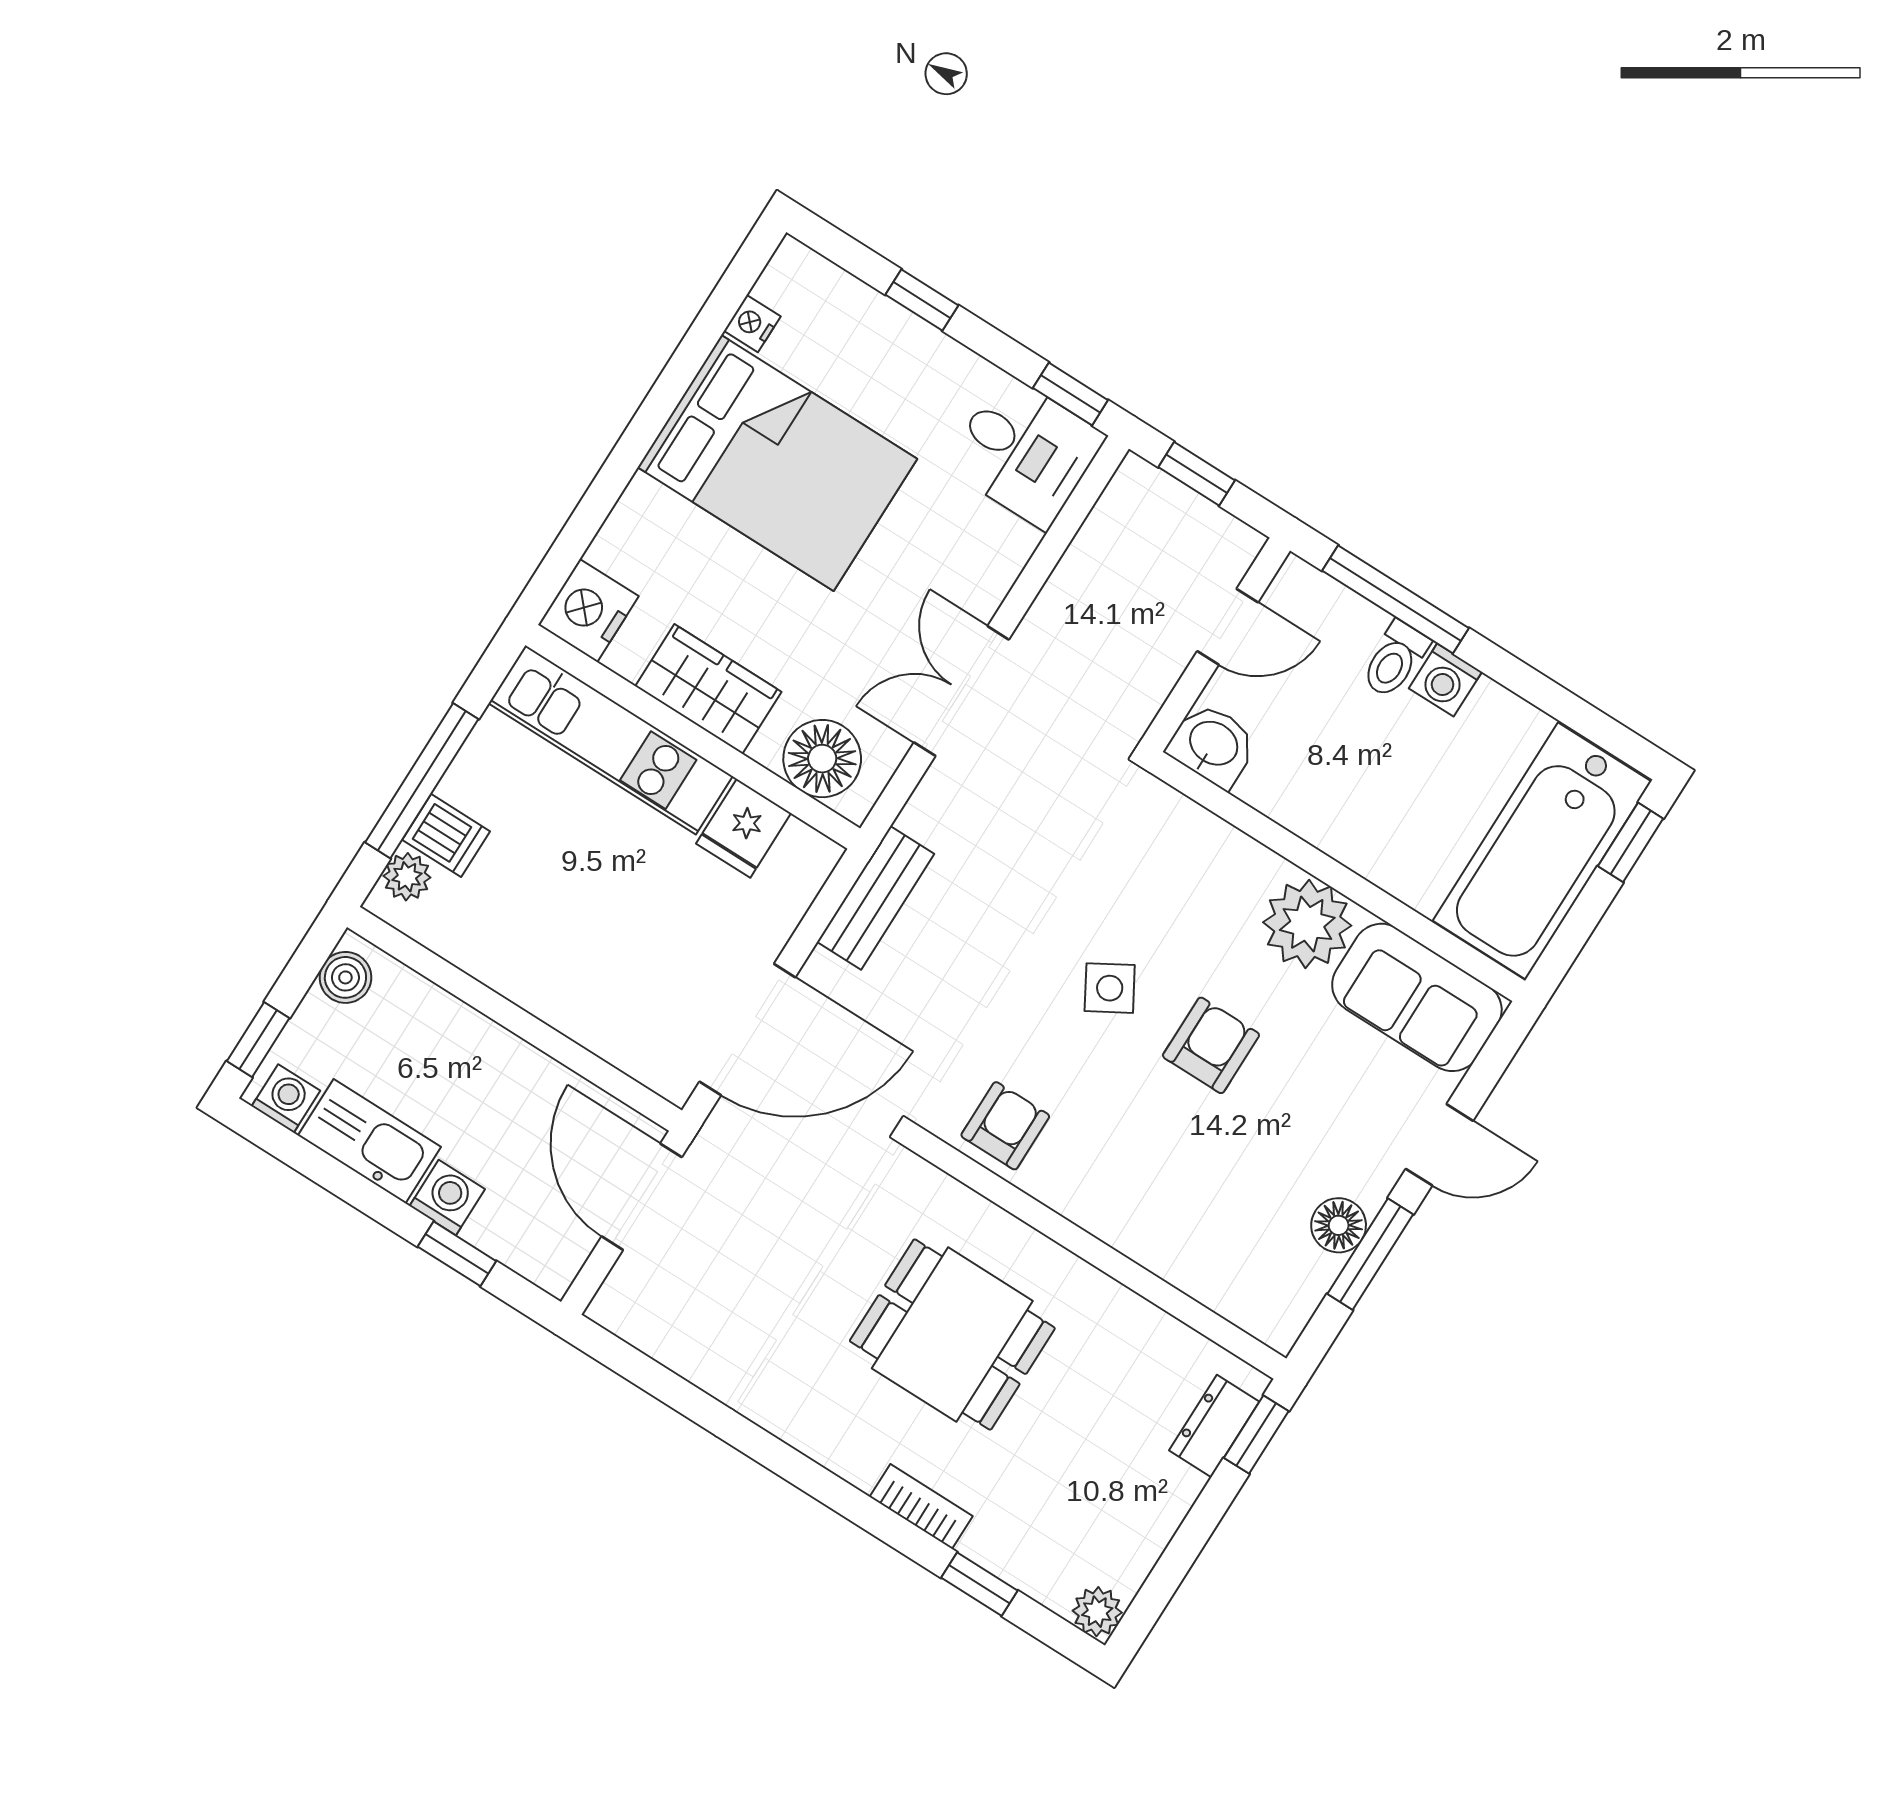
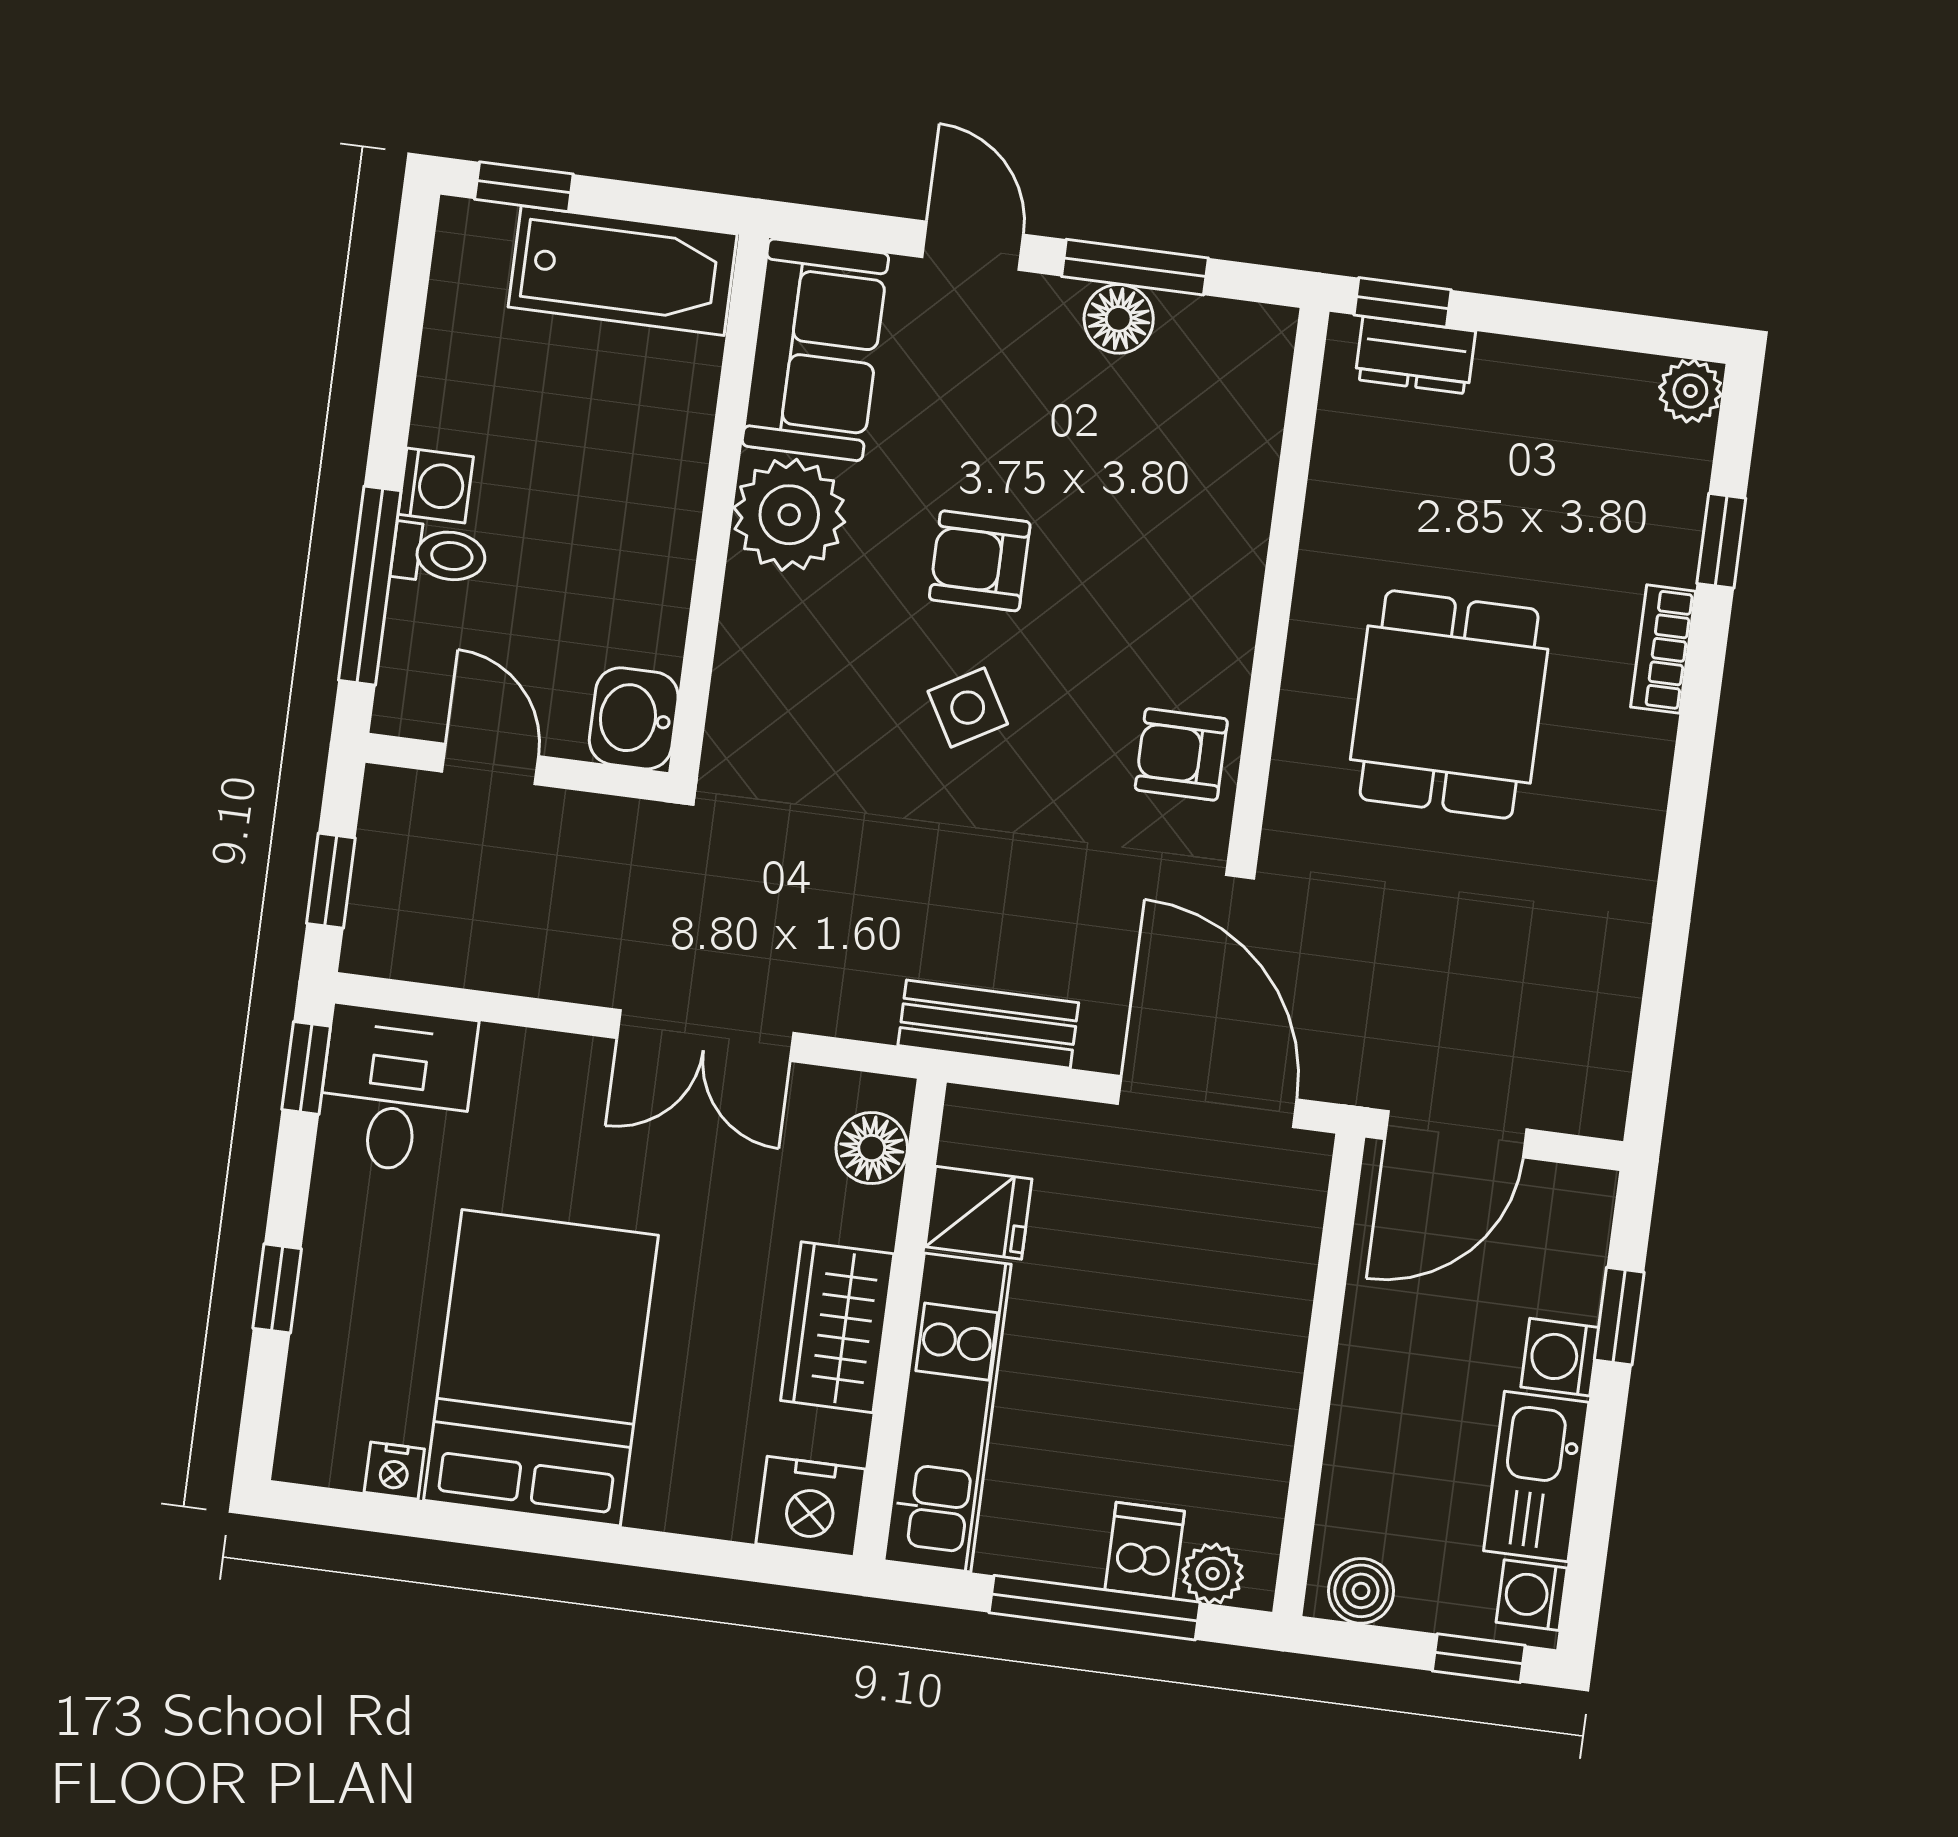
floor lamp: (822, 759) -> (872, 1148), width x0.73, depth x0.73
bathtub: (1542, 851) -> (623, 270), width x0.73, depth x0.73

